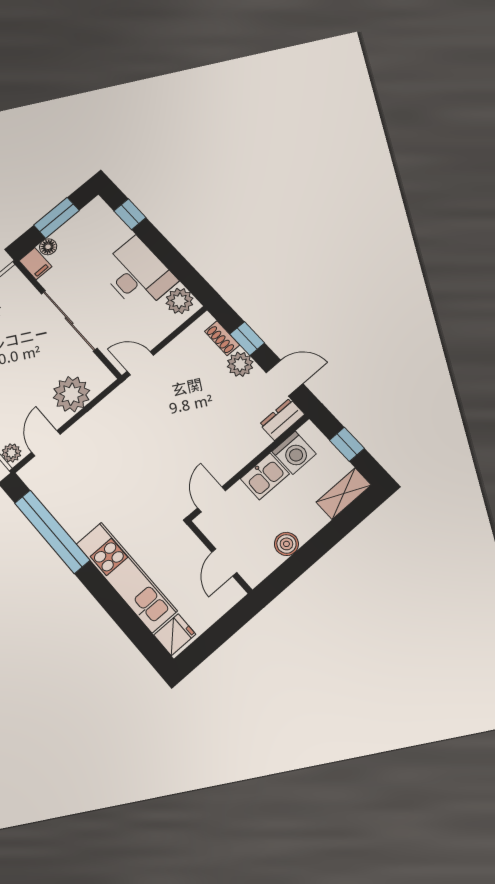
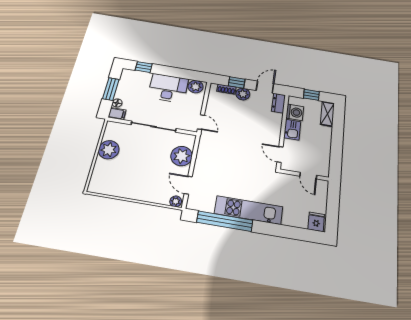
door: (140, 363) -> (201, 122), swing flipped
boiler: (286, 544) -> (325, 149), removed
kitchen unit: (126, 577) -> (249, 210), moved

